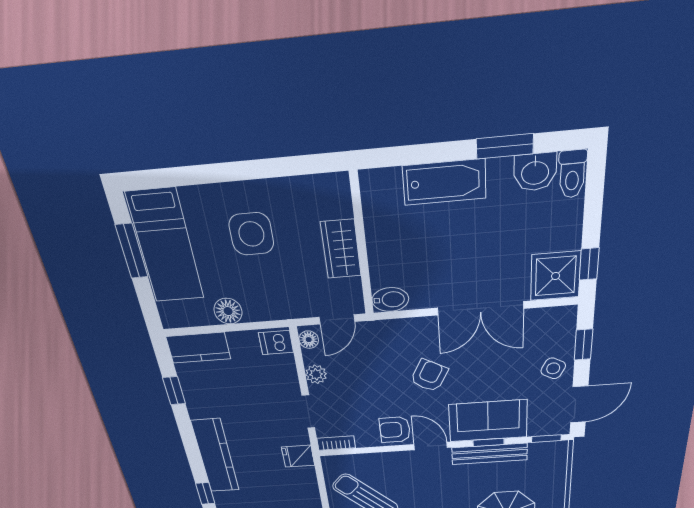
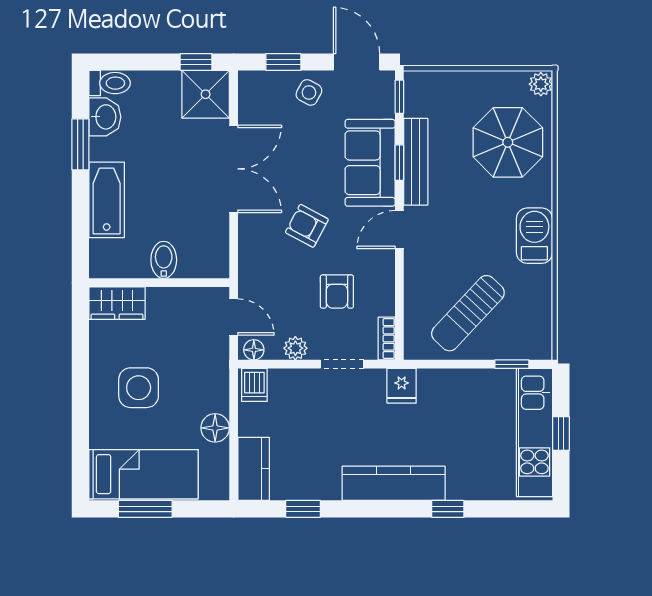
wardrobe: (341, 249) -> (117, 303), moved
bidet: (390, 300) -> (164, 260), moved
armchair: (395, 430) -> (337, 292), moved

